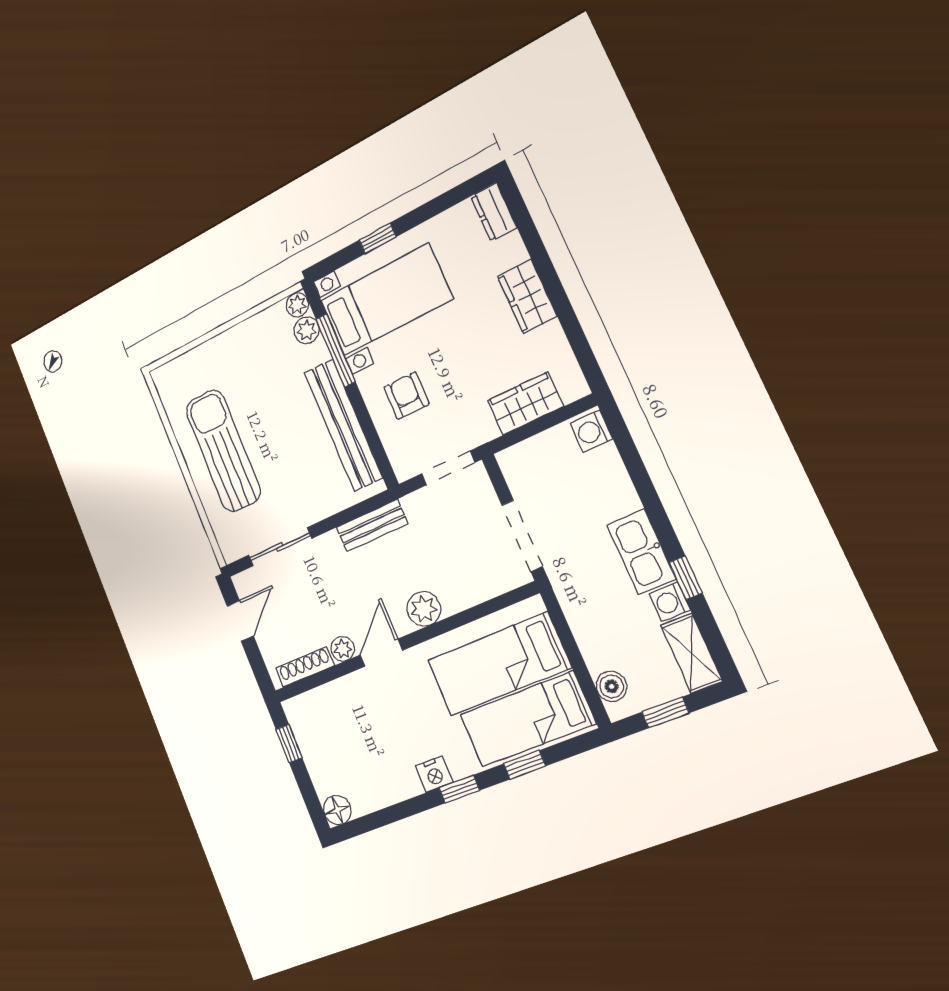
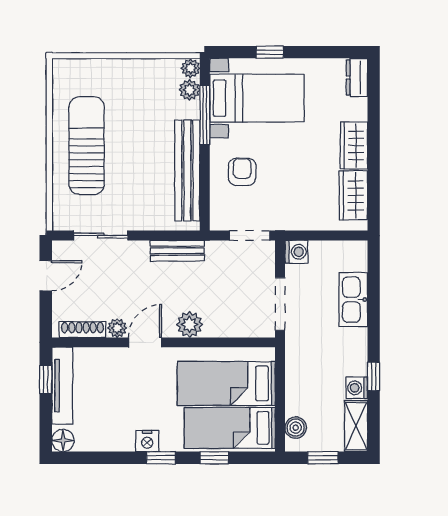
wardrobe: (525, 404) -> (353, 195), moved, turned -90
washing machine: (591, 431) -> (296, 252), moved, turned 180
kitchen sink: (641, 552) -> (353, 300), moved
tv unit: (310, 744) -> (62, 386), added

